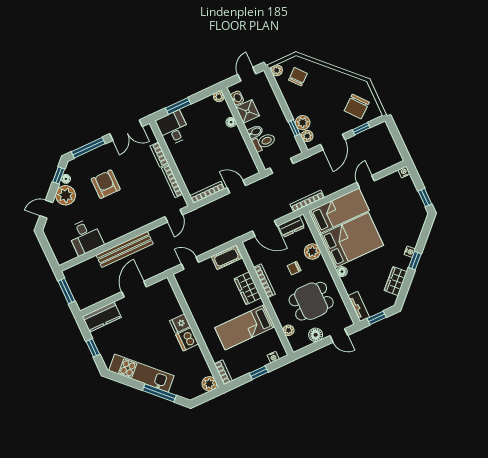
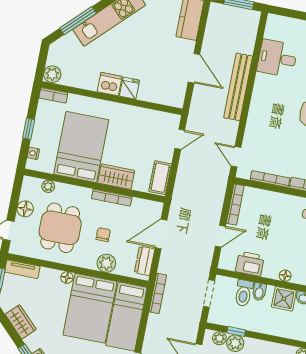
printer: (241, 152) -> (250, 264), added
bed: (245, 327) -> (81, 147), width x1.50

